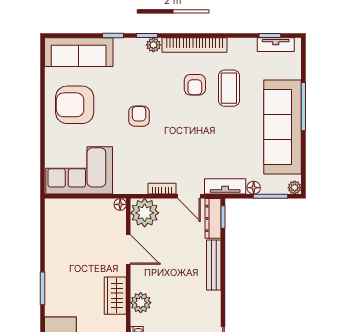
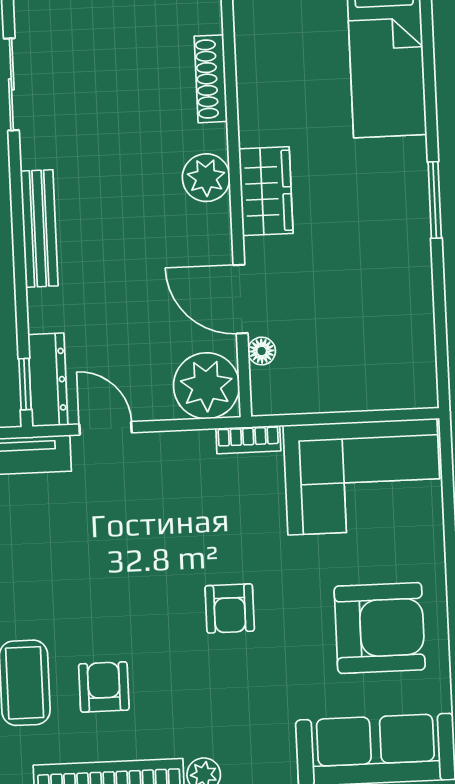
bookcase: (162, 189) -> (248, 440), moved
floor lamp: (120, 204) -> (262, 351), moved
bench: (214, 265) -> (39, 228), moved

